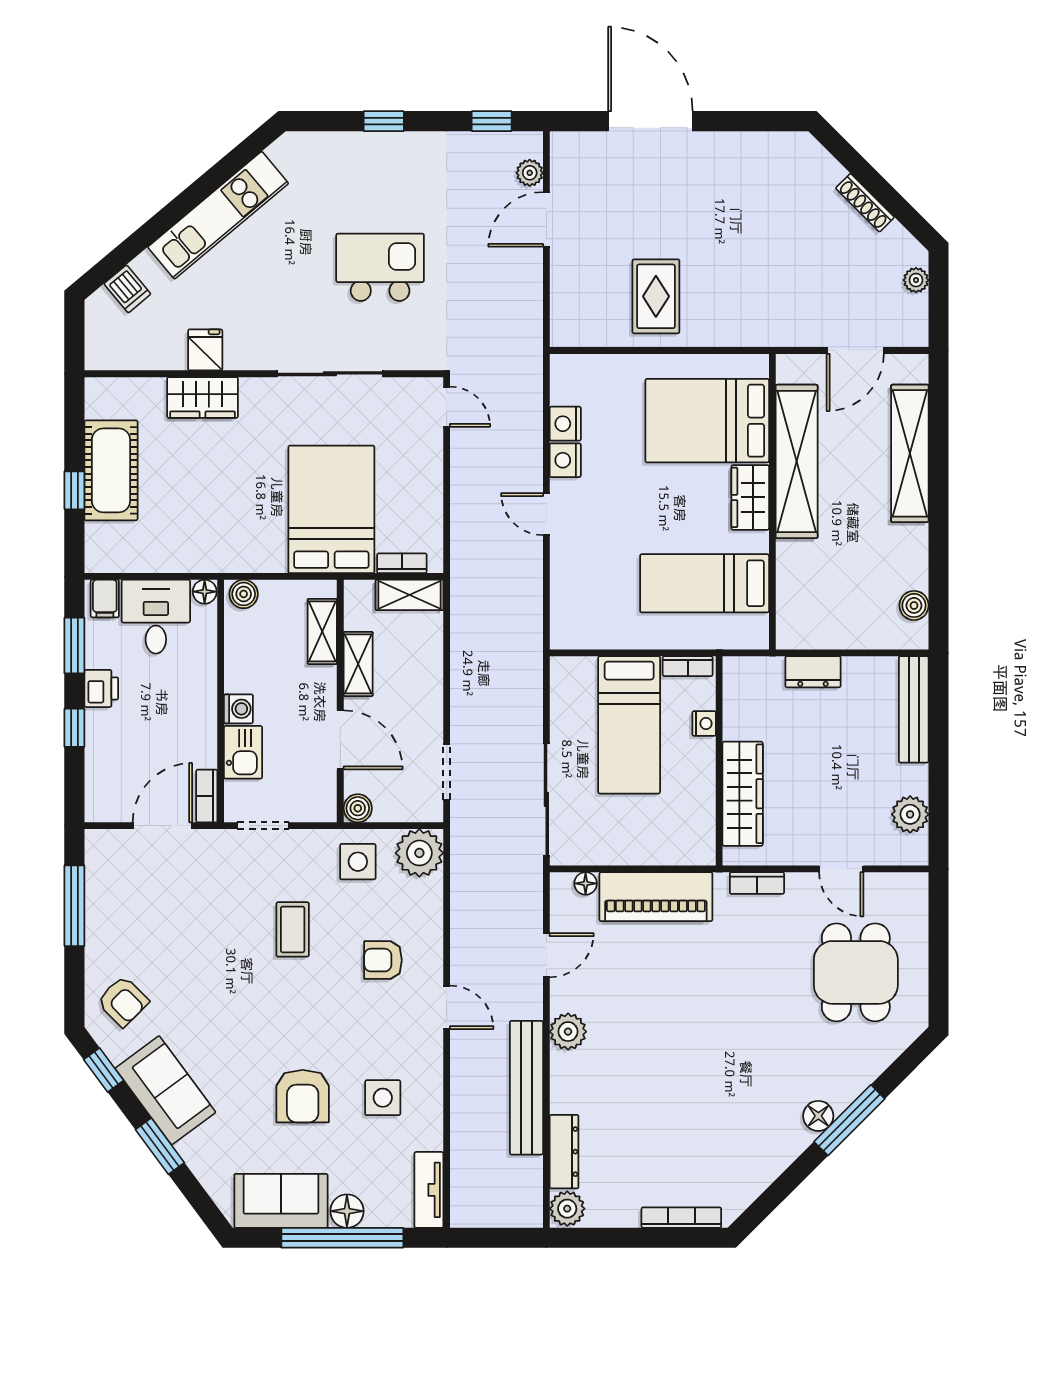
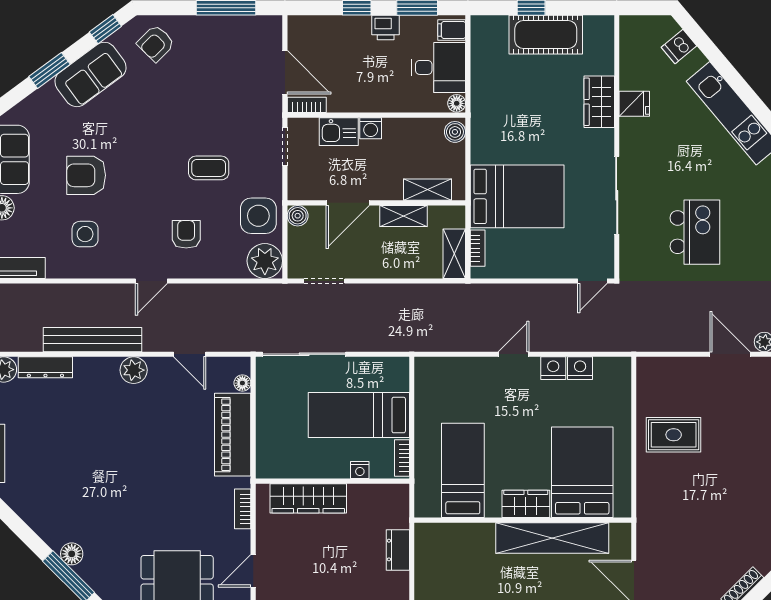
side table: (358, 862) -> (258, 216), width x1.37, depth x1.37

